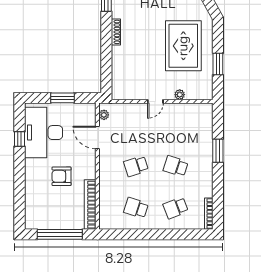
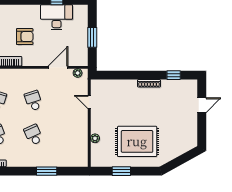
door: (155, 101) -> (89, 102), moved
desk: (44, 133) -> (57, 17), width x0.73, depth x0.77
school desk: (176, 166) -> (33, 135), turned -42
armchair: (62, 176) -> (25, 37), turned 90

